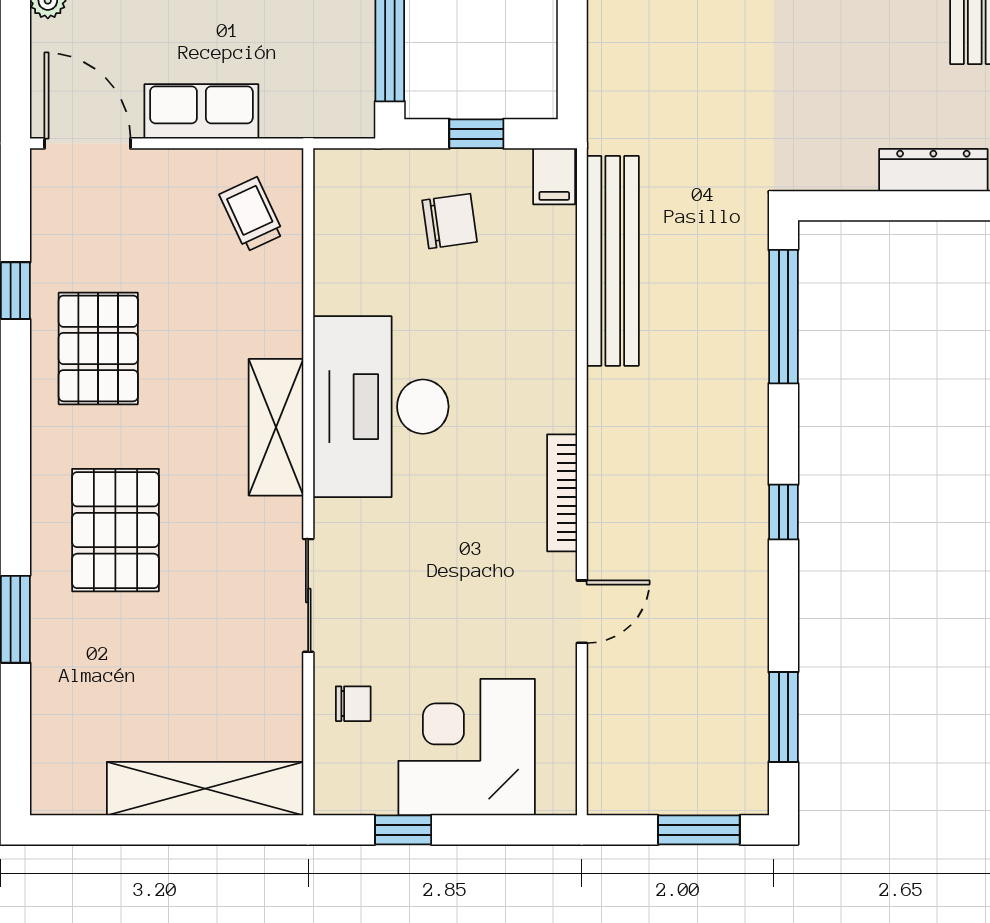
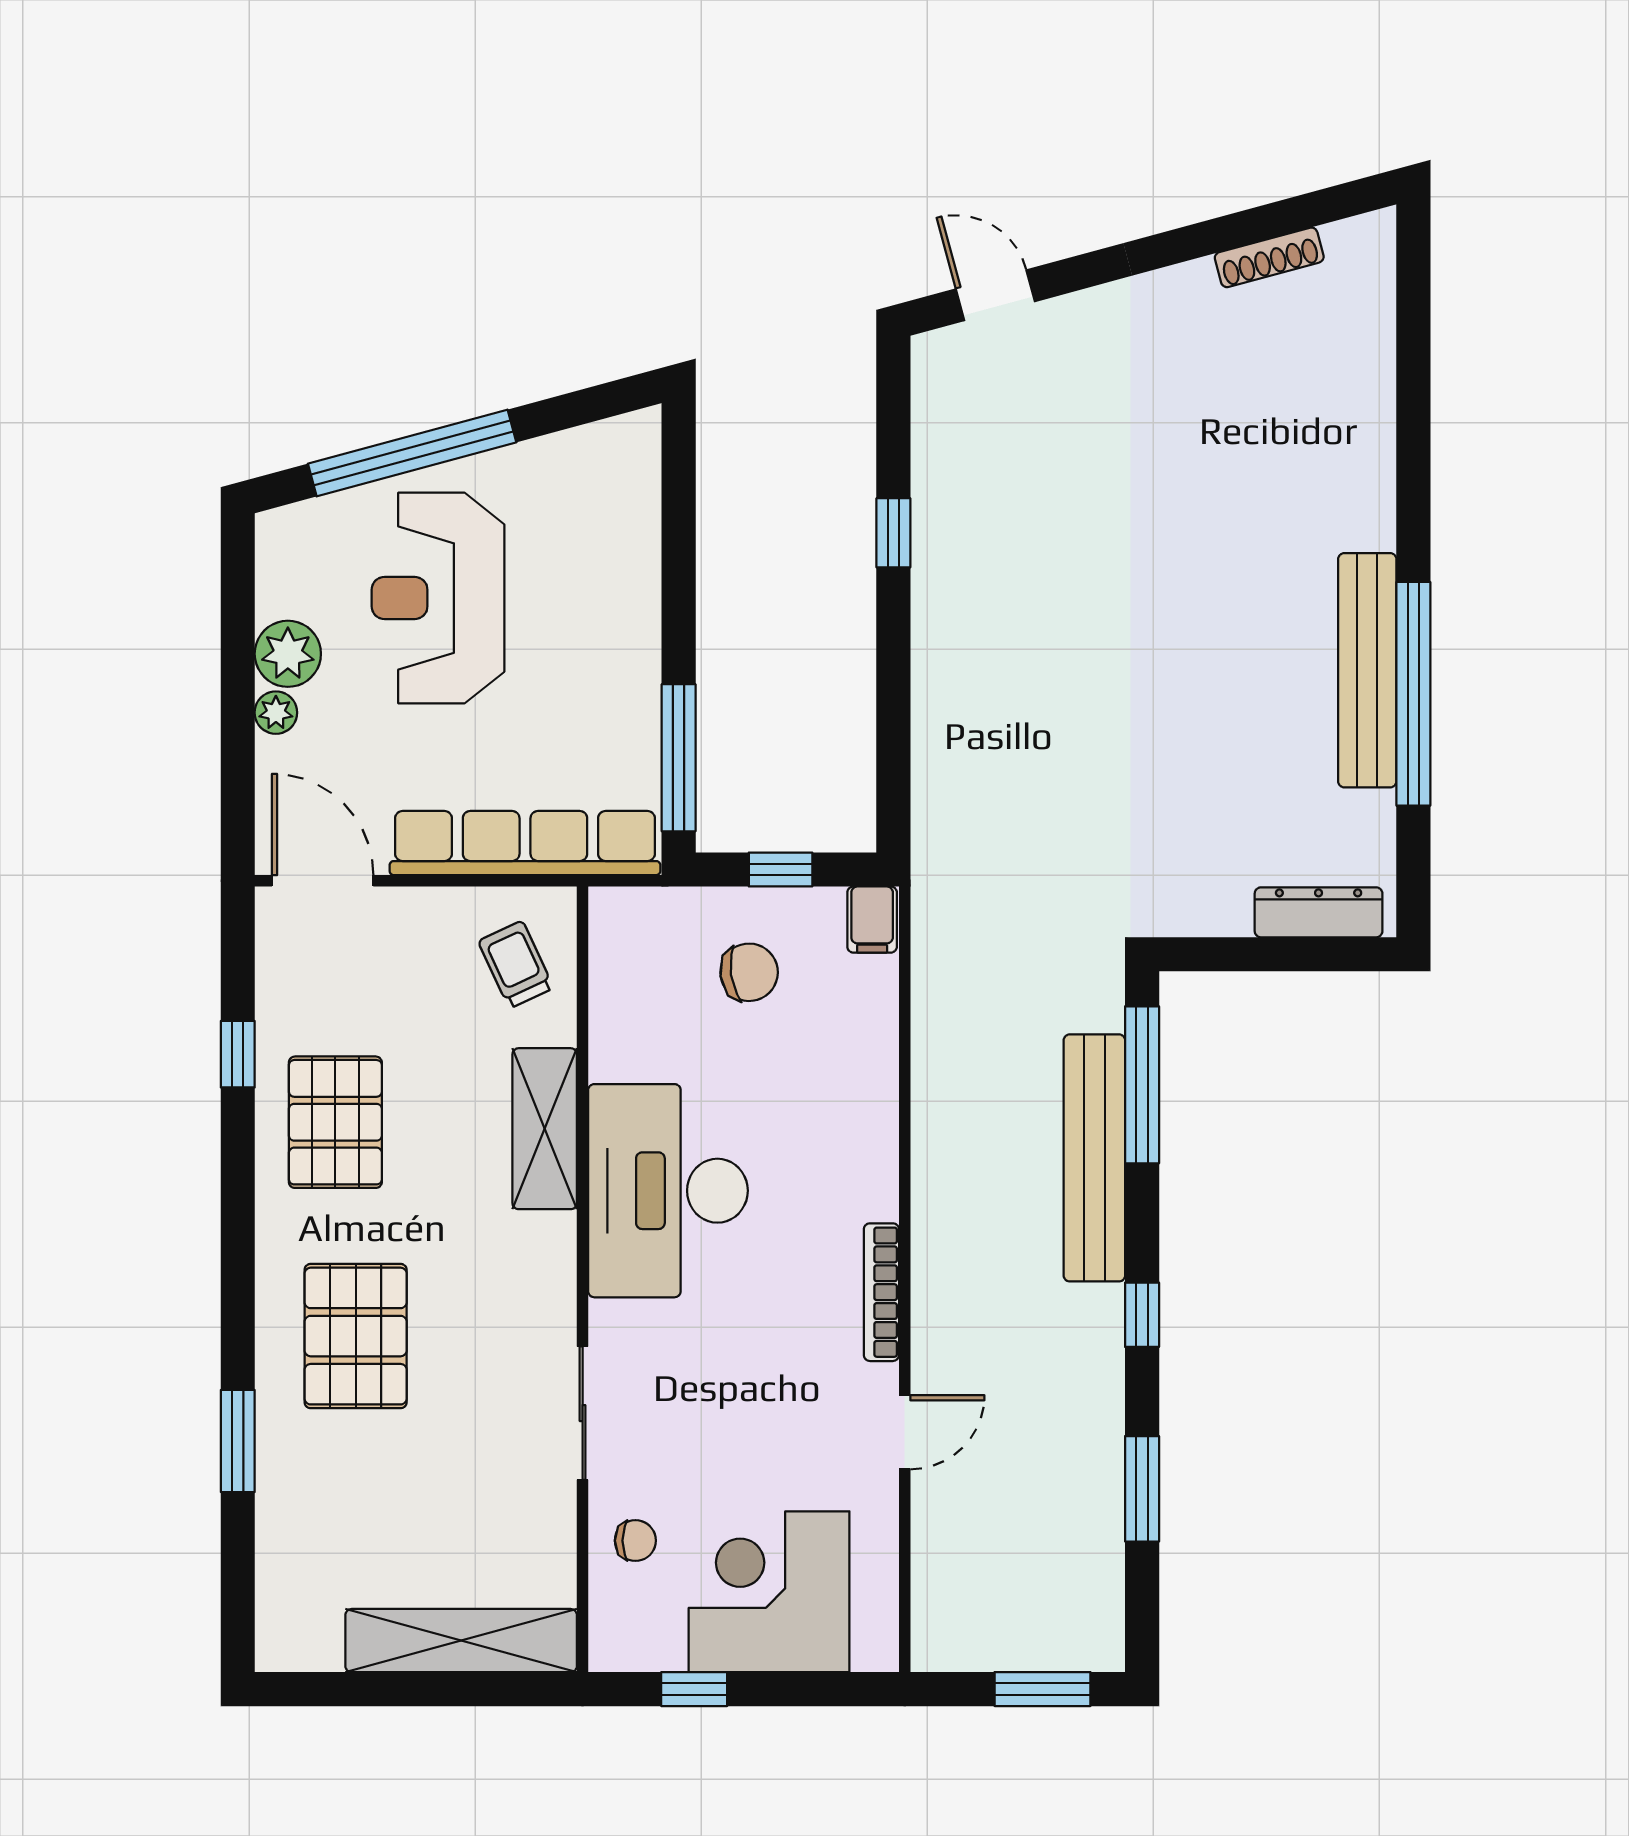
row of seats: (201, 111) -> (525, 843), width x2.02
bench: (613, 261) -> (1094, 1158), moved
shelving: (276, 427) -> (545, 1129), moved
window: (783, 717) -> (1142, 1489), moved

